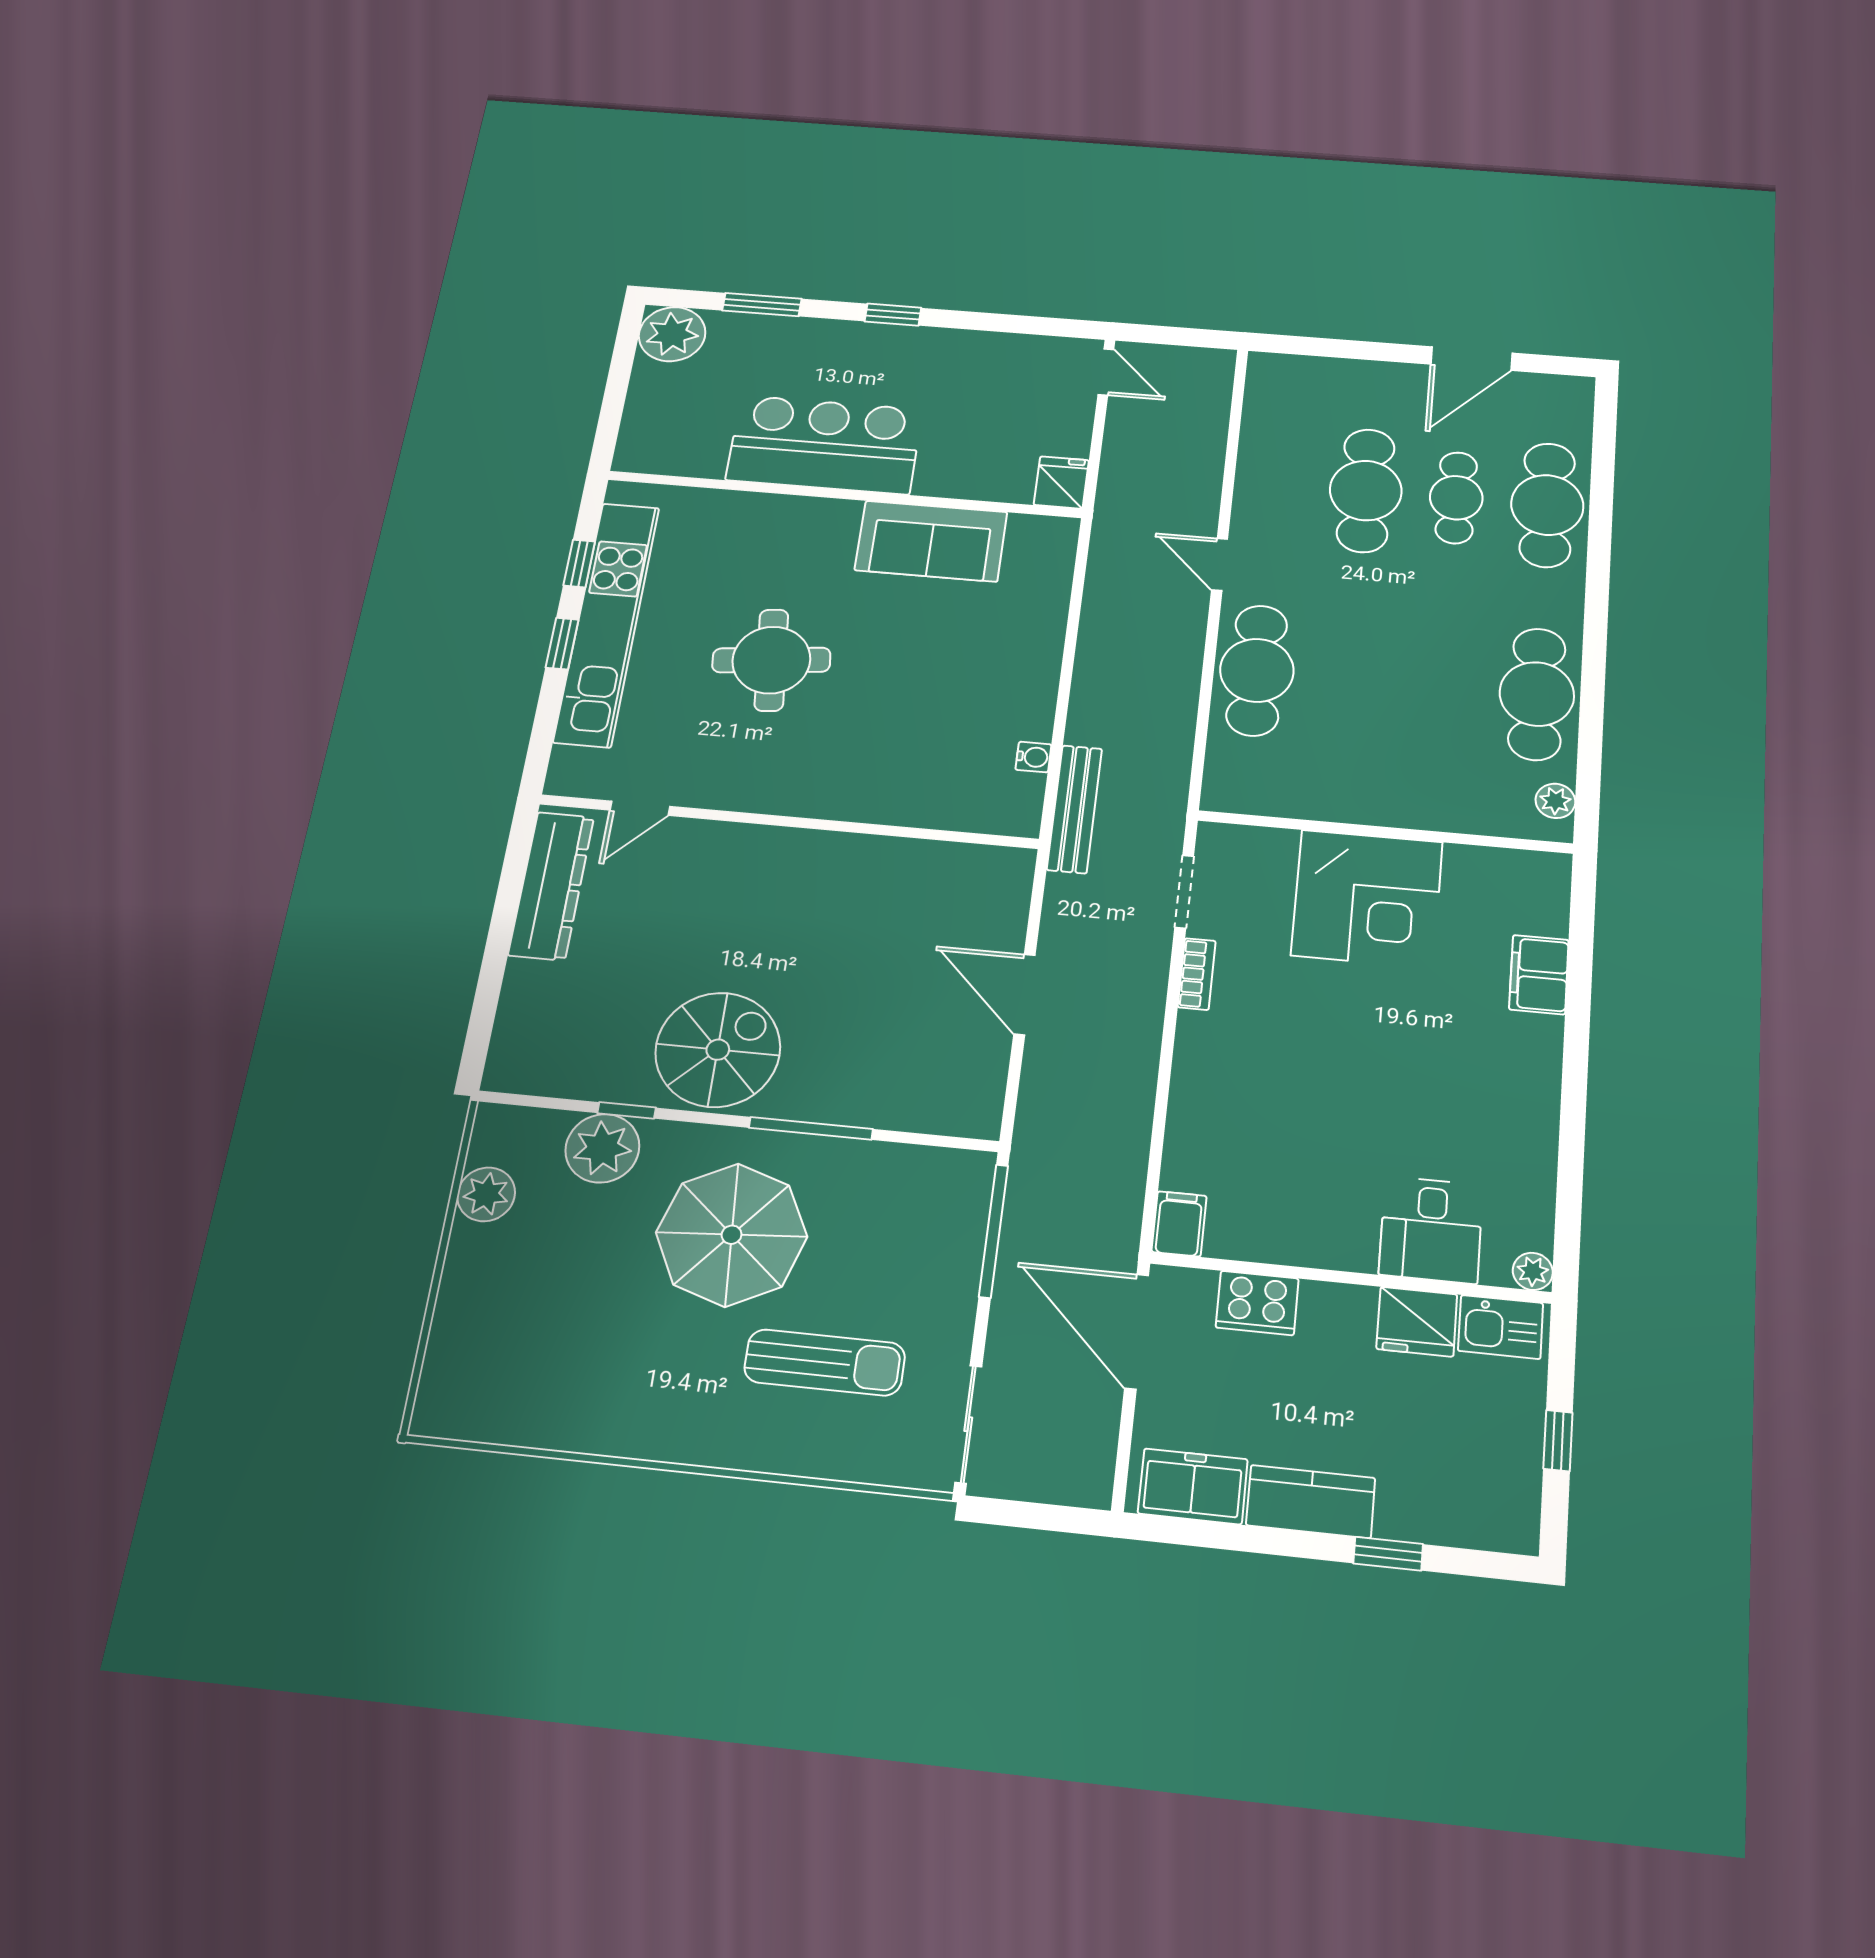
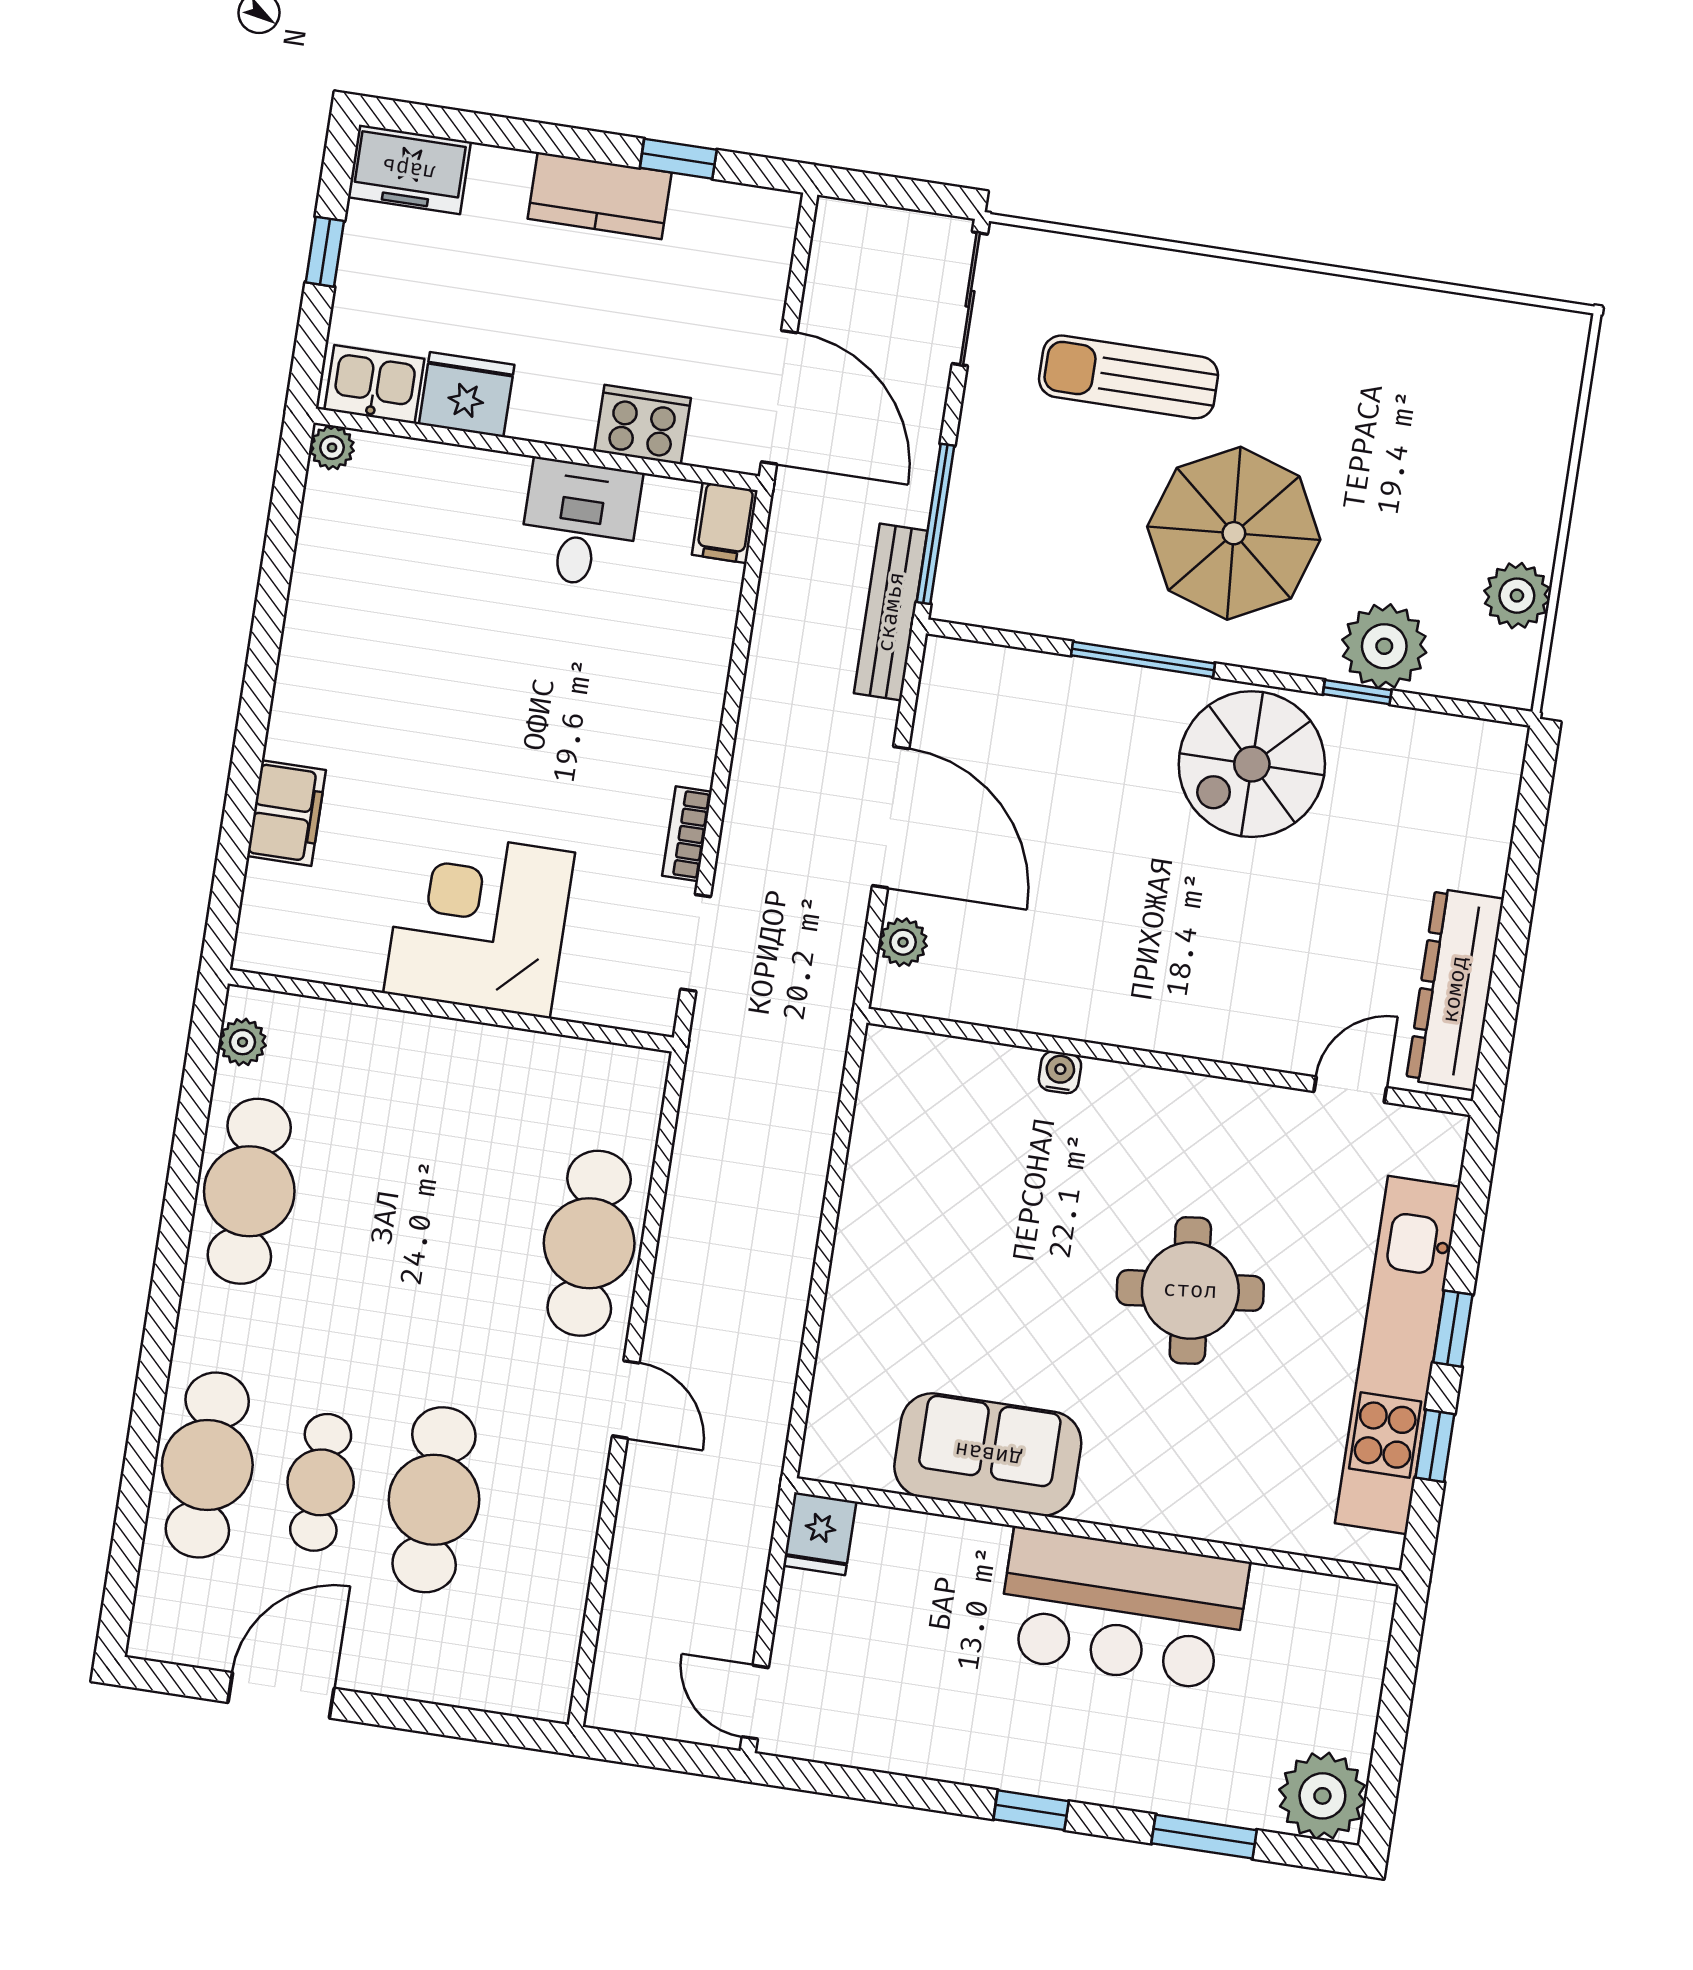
water cooler: (1033, 757) -> (1060, 1072), moved, turned 90
bench: (1074, 809) -> (891, 612), moved
plant: (1011, 900) -> (903, 942), added
door: (1024, 995) -> (891, 817), width x1.36
desk: (1431, 1230) -> (580, 523), moved
freezer: (1193, 1486) -> (409, 169), moved
window: (1388, 1554) -> (678, 159), moved

